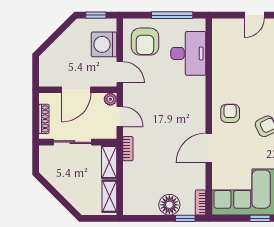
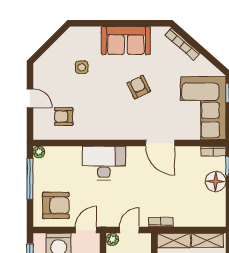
plant: (200, 24) -> (39, 152), added
desk: (188, 53) -> (104, 163), moved
armchair: (230, 113) -> (64, 116), moved

